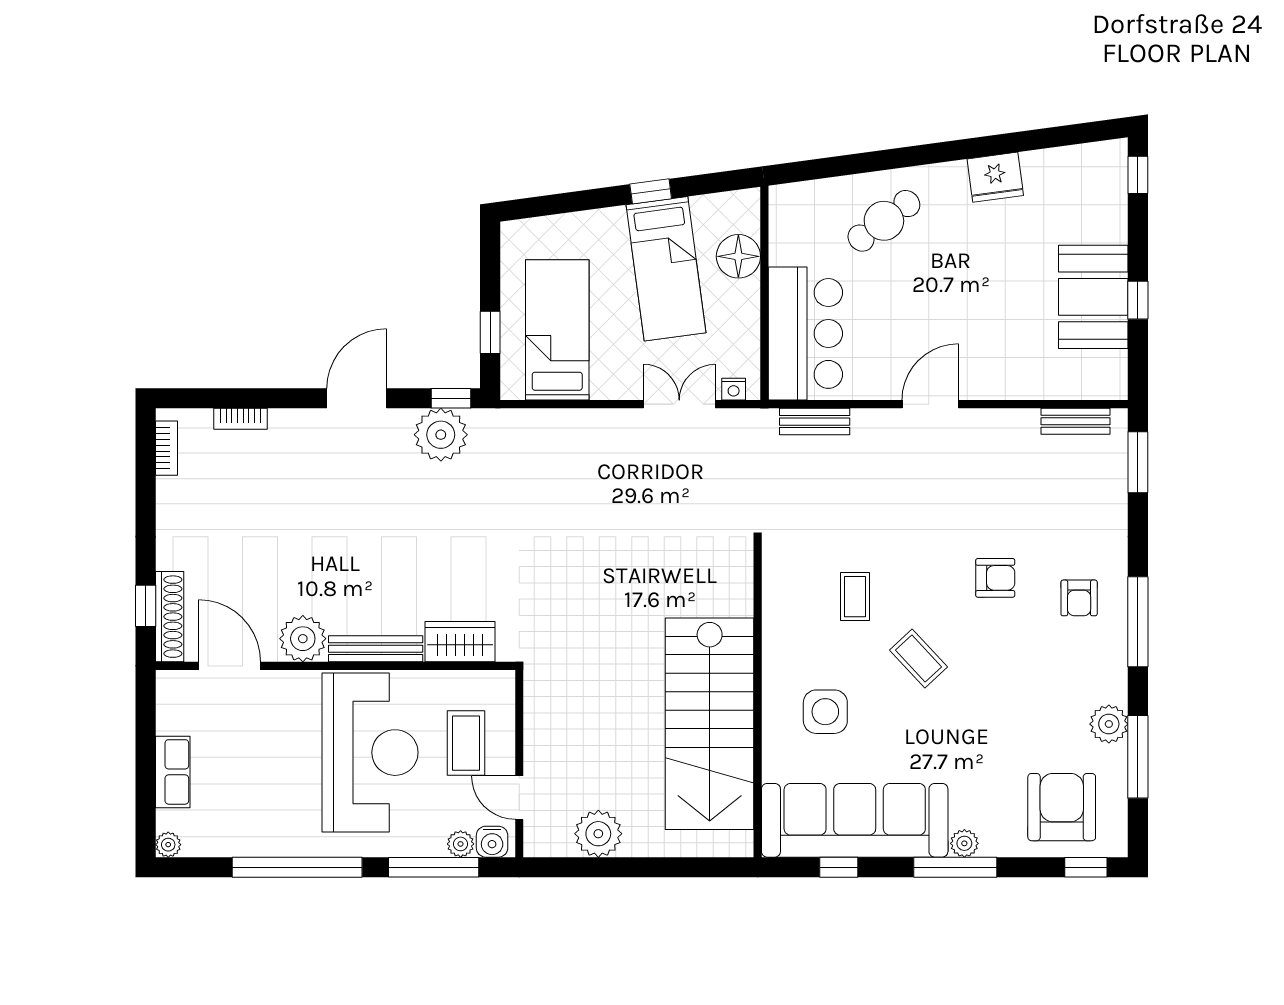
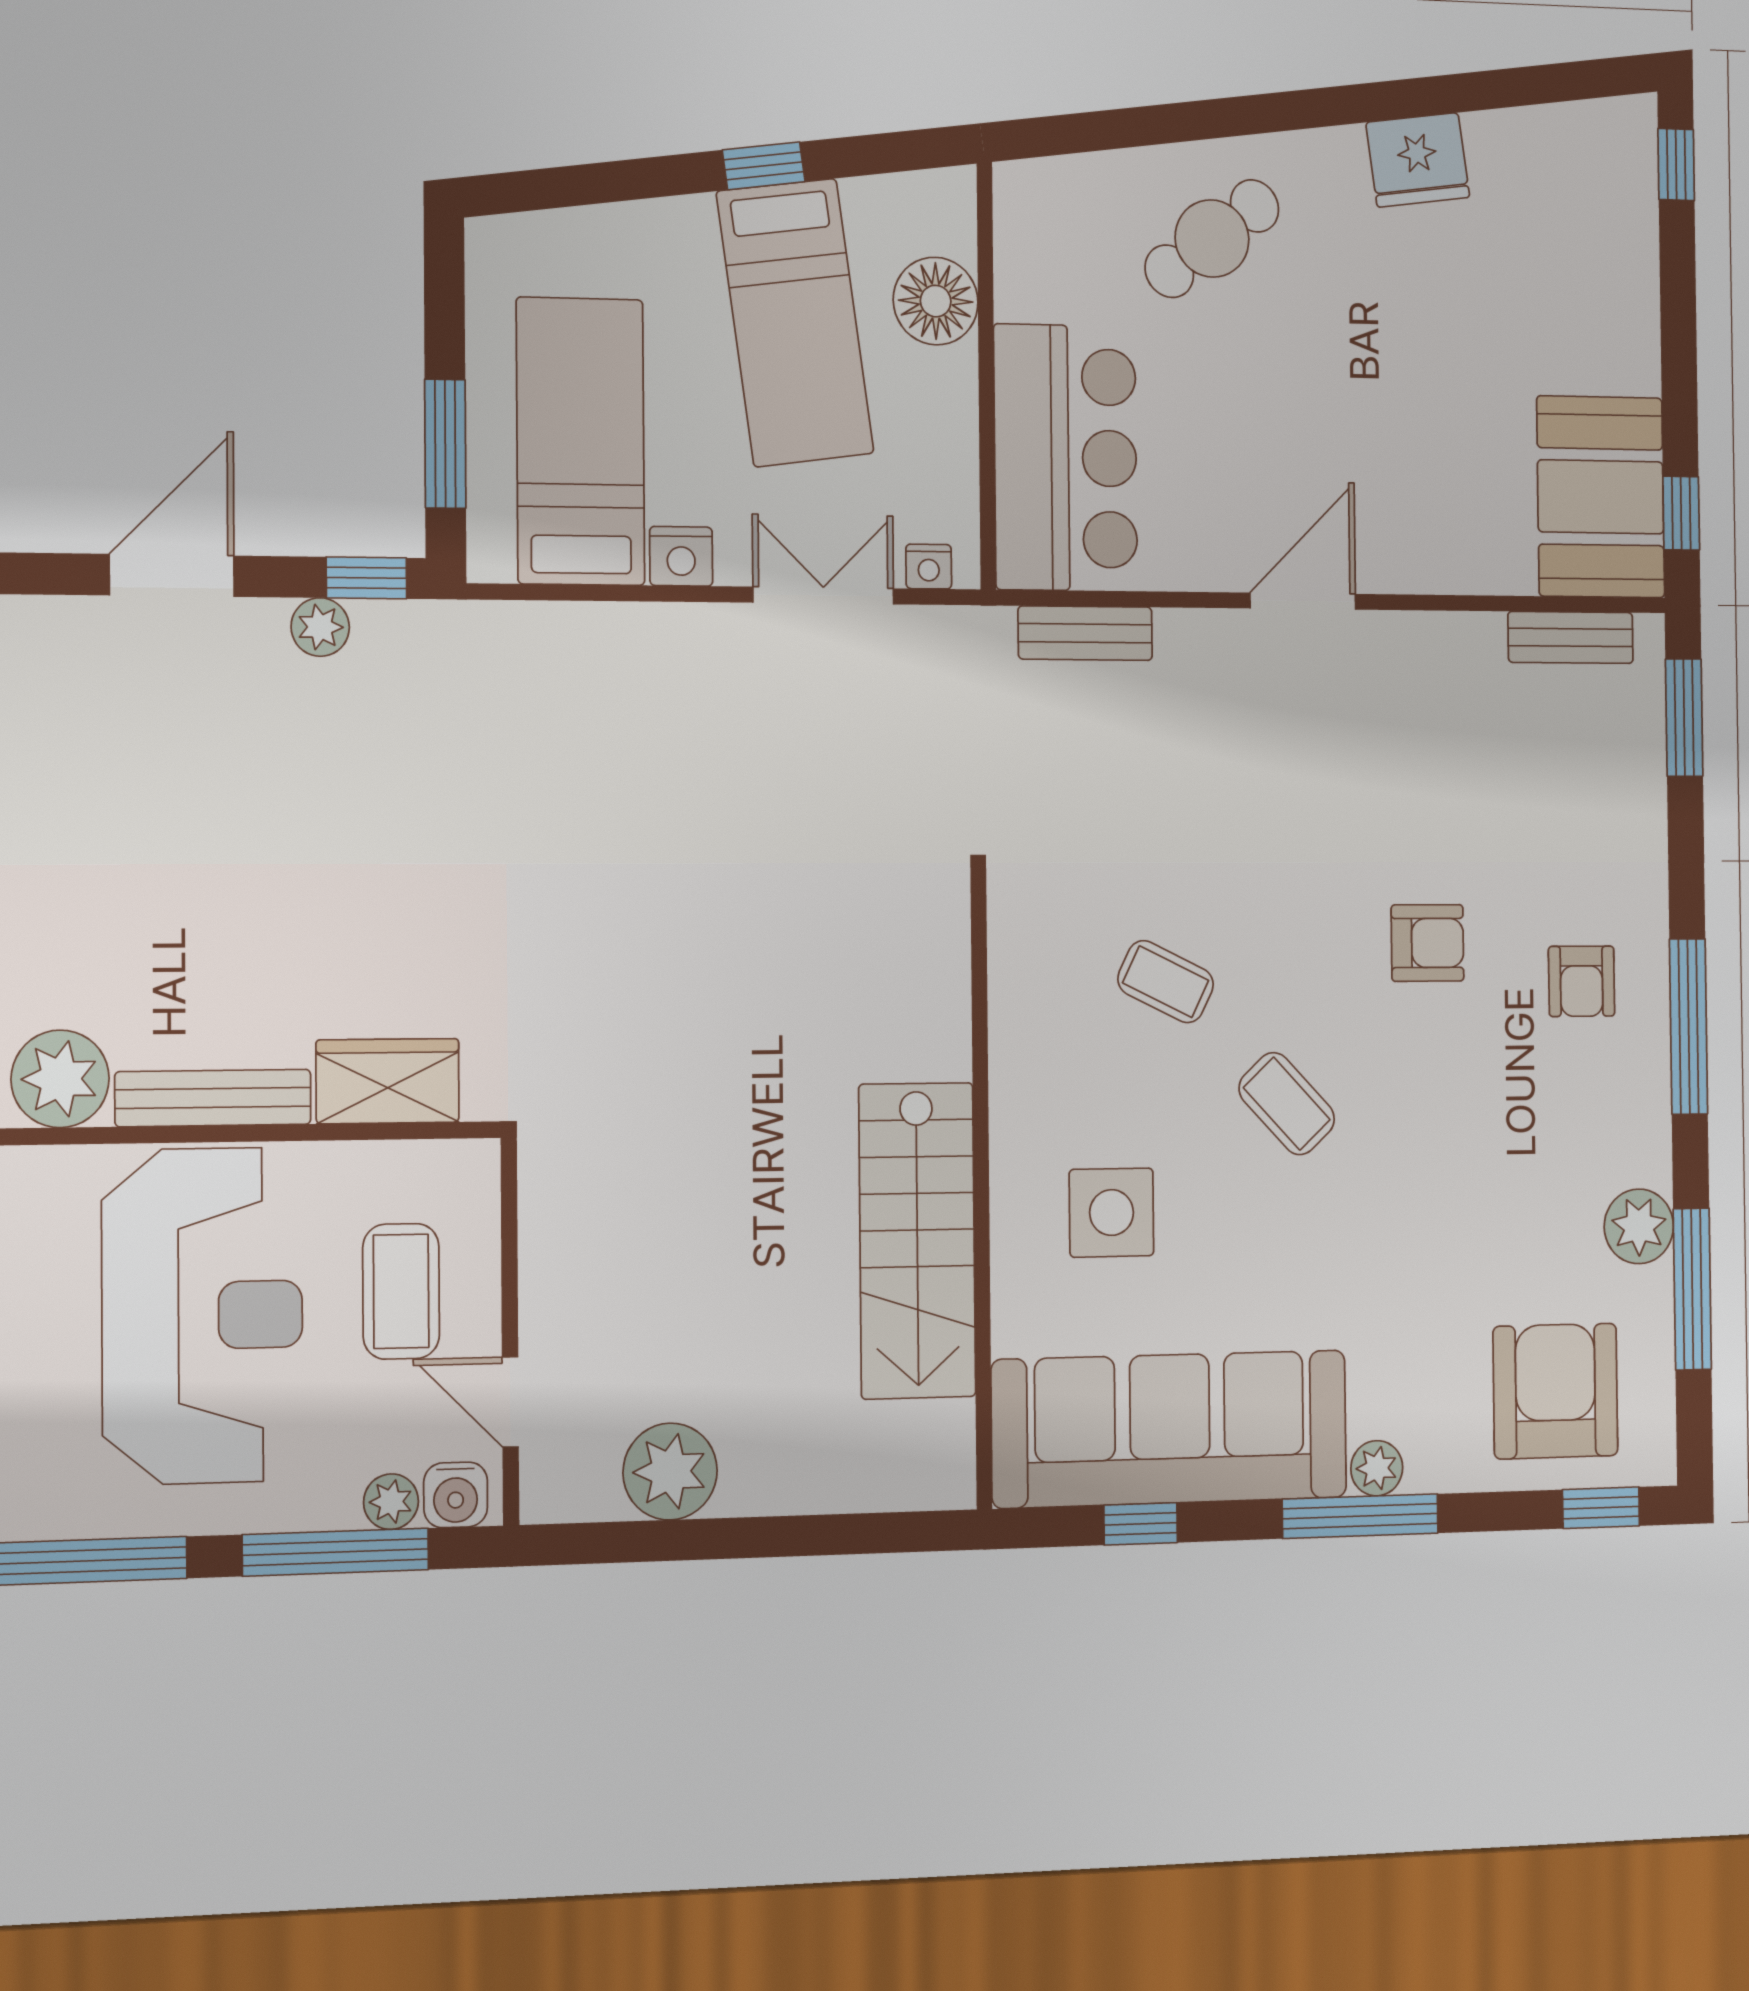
booth: (1093, 297) -> (1601, 497), moved
window: (1138, 300) -> (1681, 513), moved
window: (490, 332) -> (445, 444), width x1.50
nightstand: (607, 386) -> (681, 556), added
plant: (441, 435) -> (320, 627), width x0.53, depth x0.53
coffee table: (855, 597) -> (1166, 982), turned -64
stairs: (710, 724) -> (917, 1241), width x0.73, depth x0.66

